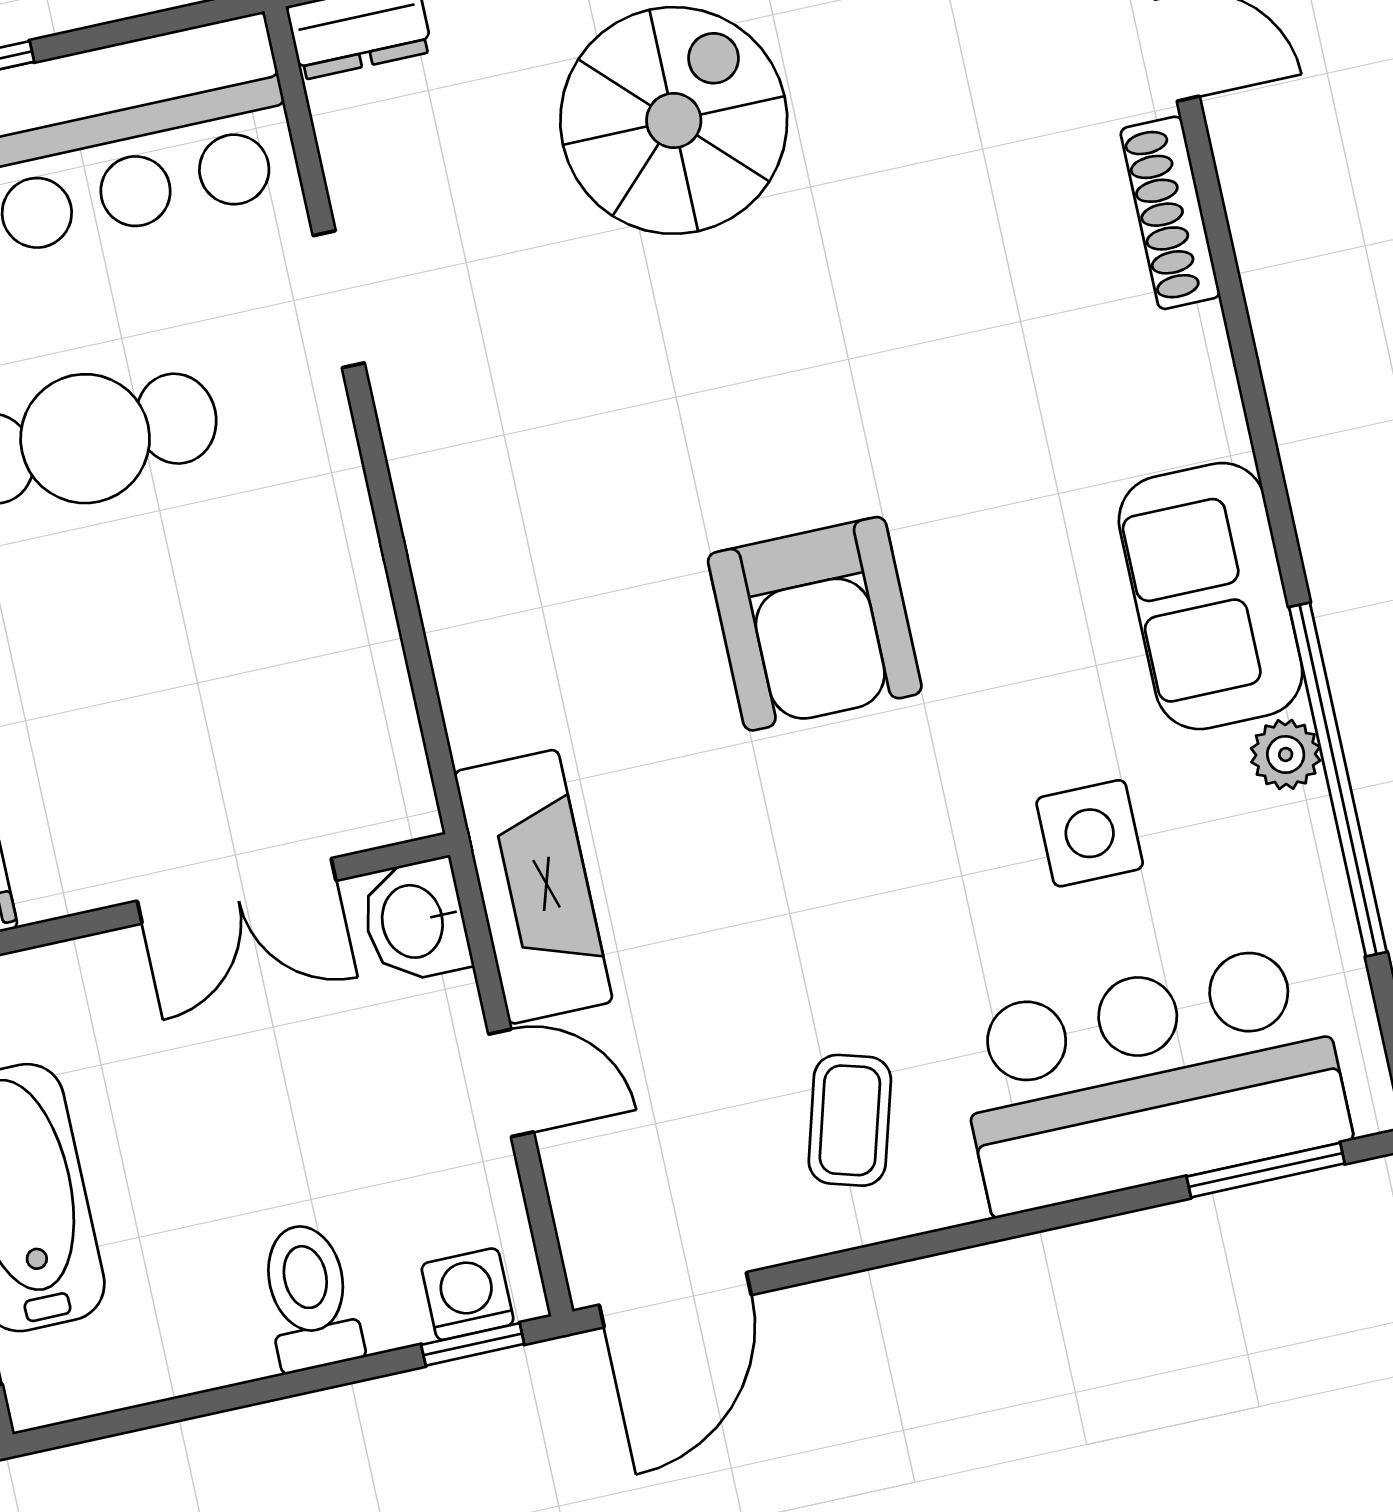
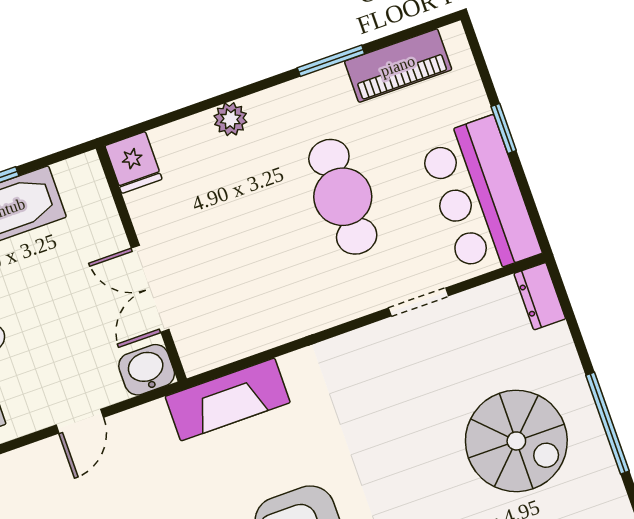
fireplace: (533, 887) -> (228, 399), moved

